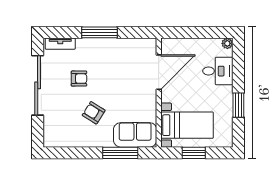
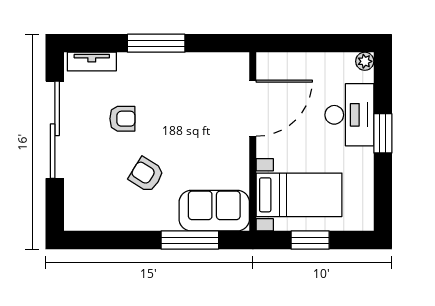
desk: (218, 71) -> (349, 115), width x1.37
window: (238, 105) -> (383, 133), moved

